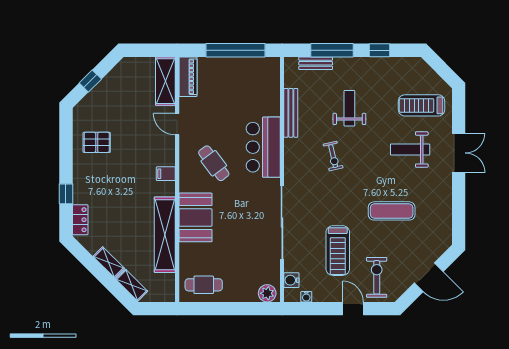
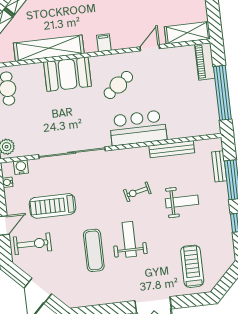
piano: (188, 77) -> (205, 61), moved, turned 90
weight bench: (410, 150) -> (129, 239), moved

